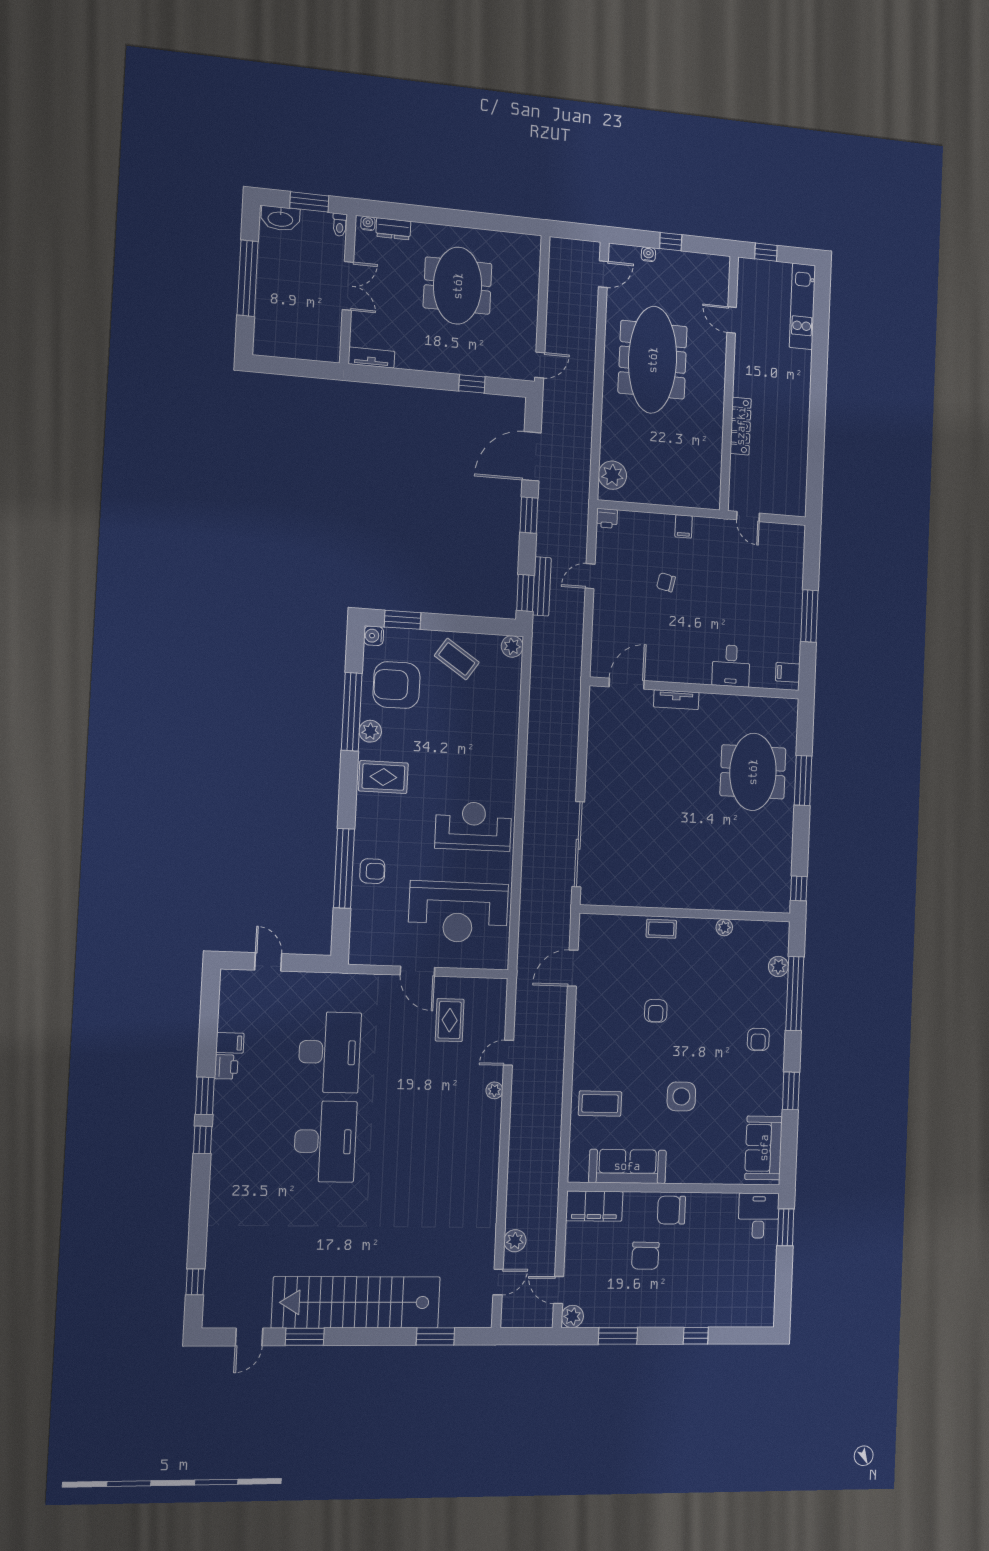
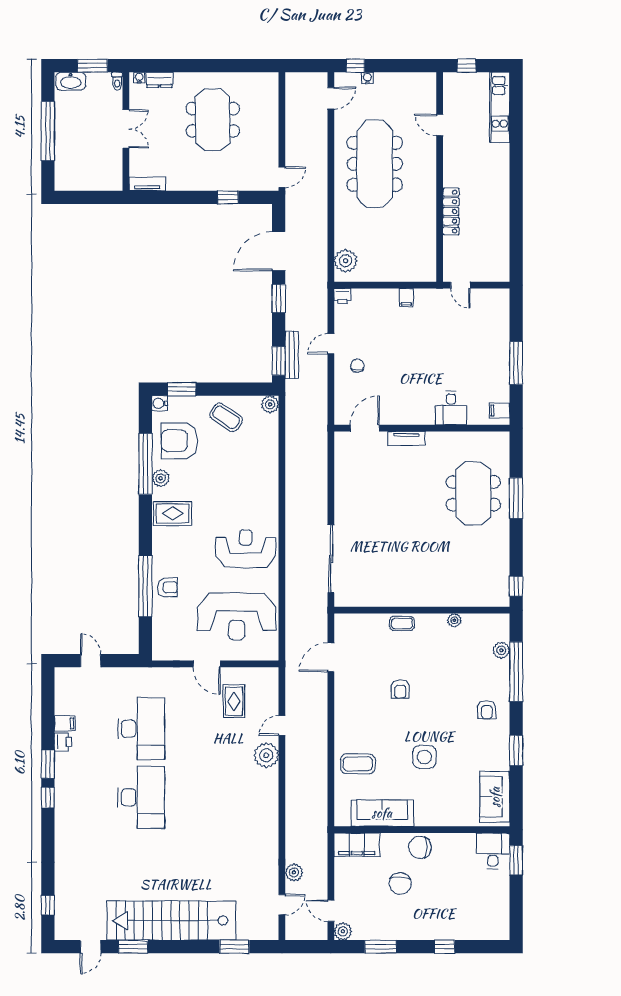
window: (671, 242) -> (355, 66), moved
chair: (666, 582) -> (357, 366), moved, turned 78
plant: (494, 1090) -> (266, 755), width x1.87, depth x1.87

